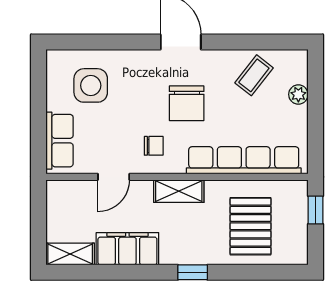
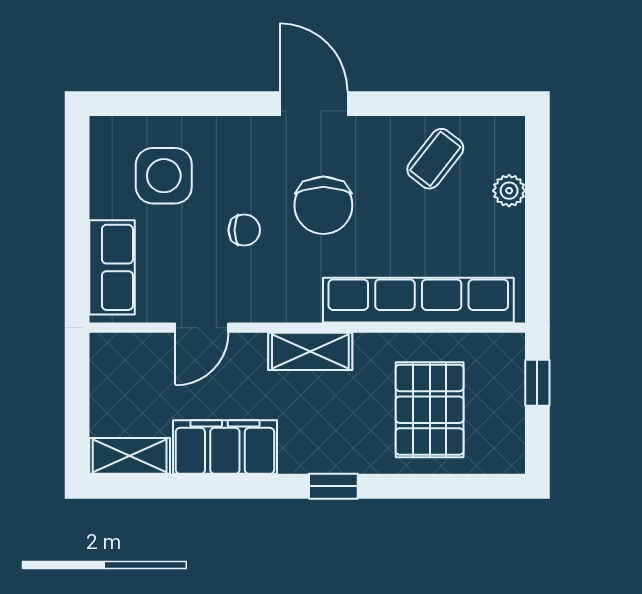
chair: (154, 146) -> (244, 230), moved

